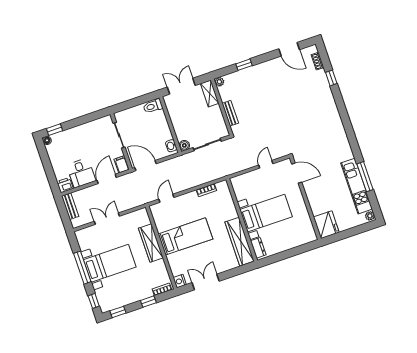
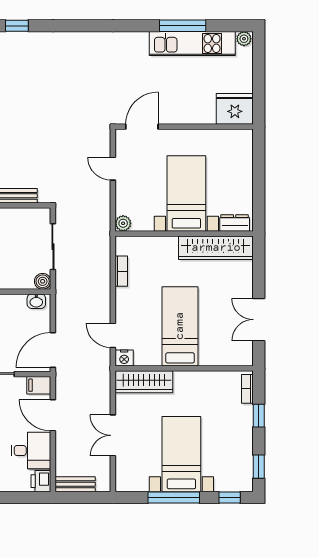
plant: (235, 182) -> (123, 223), added
wardrobe: (151, 243) -> (144, 382), moved
nightstand: (180, 281) -> (124, 358), moved

